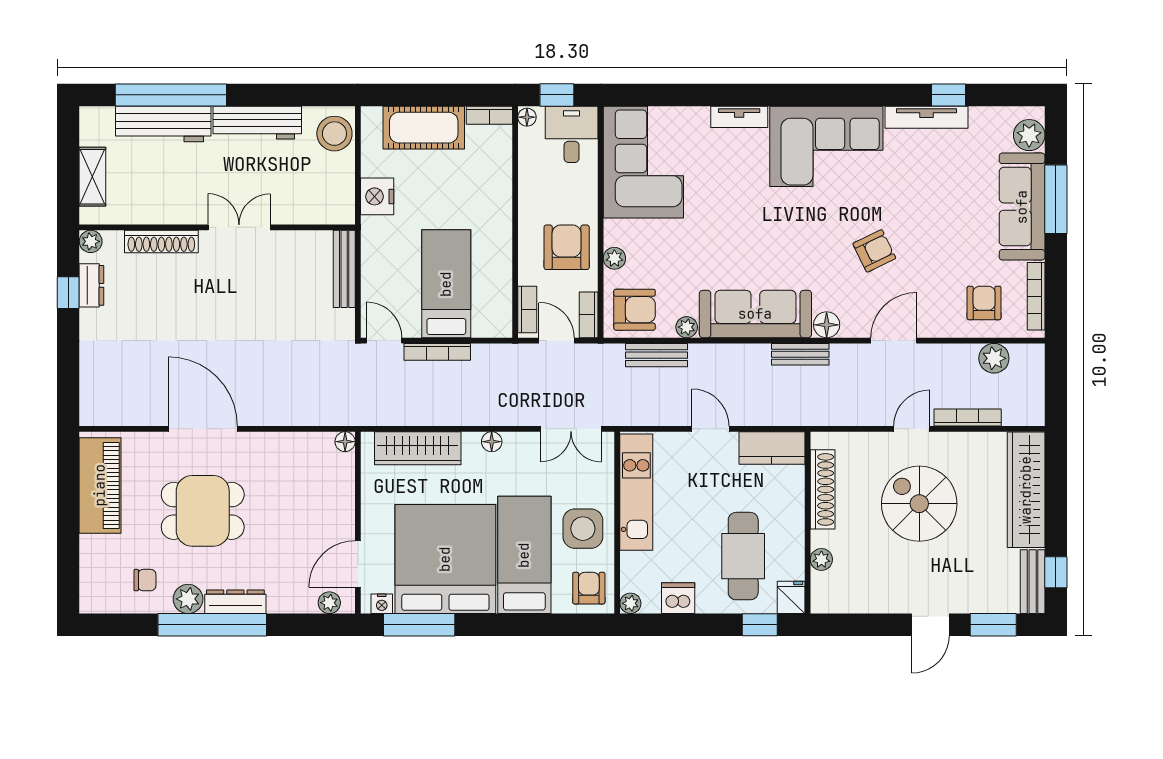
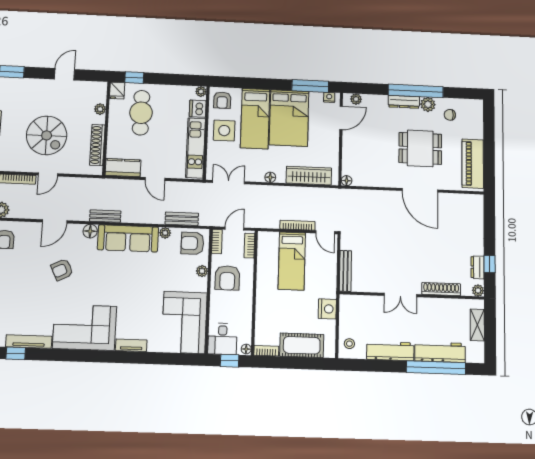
stool: (334, 134) -> (349, 344), width x0.53, depth x0.53
door: (557, 341) -> (234, 229), swing flipped
bed: (445, 559) -> (289, 118), width x0.73
dishwasher: (678, 598) -> (198, 109), moved, turned 90
door: (930, 625) -> (64, 74), moved

